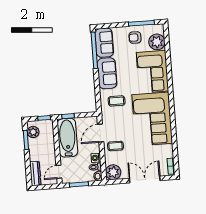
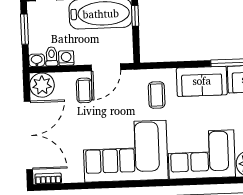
door: (101, 133) -> (106, 67), swing flipped
double door: (145, 179) -> (28, 135), width x1.36

